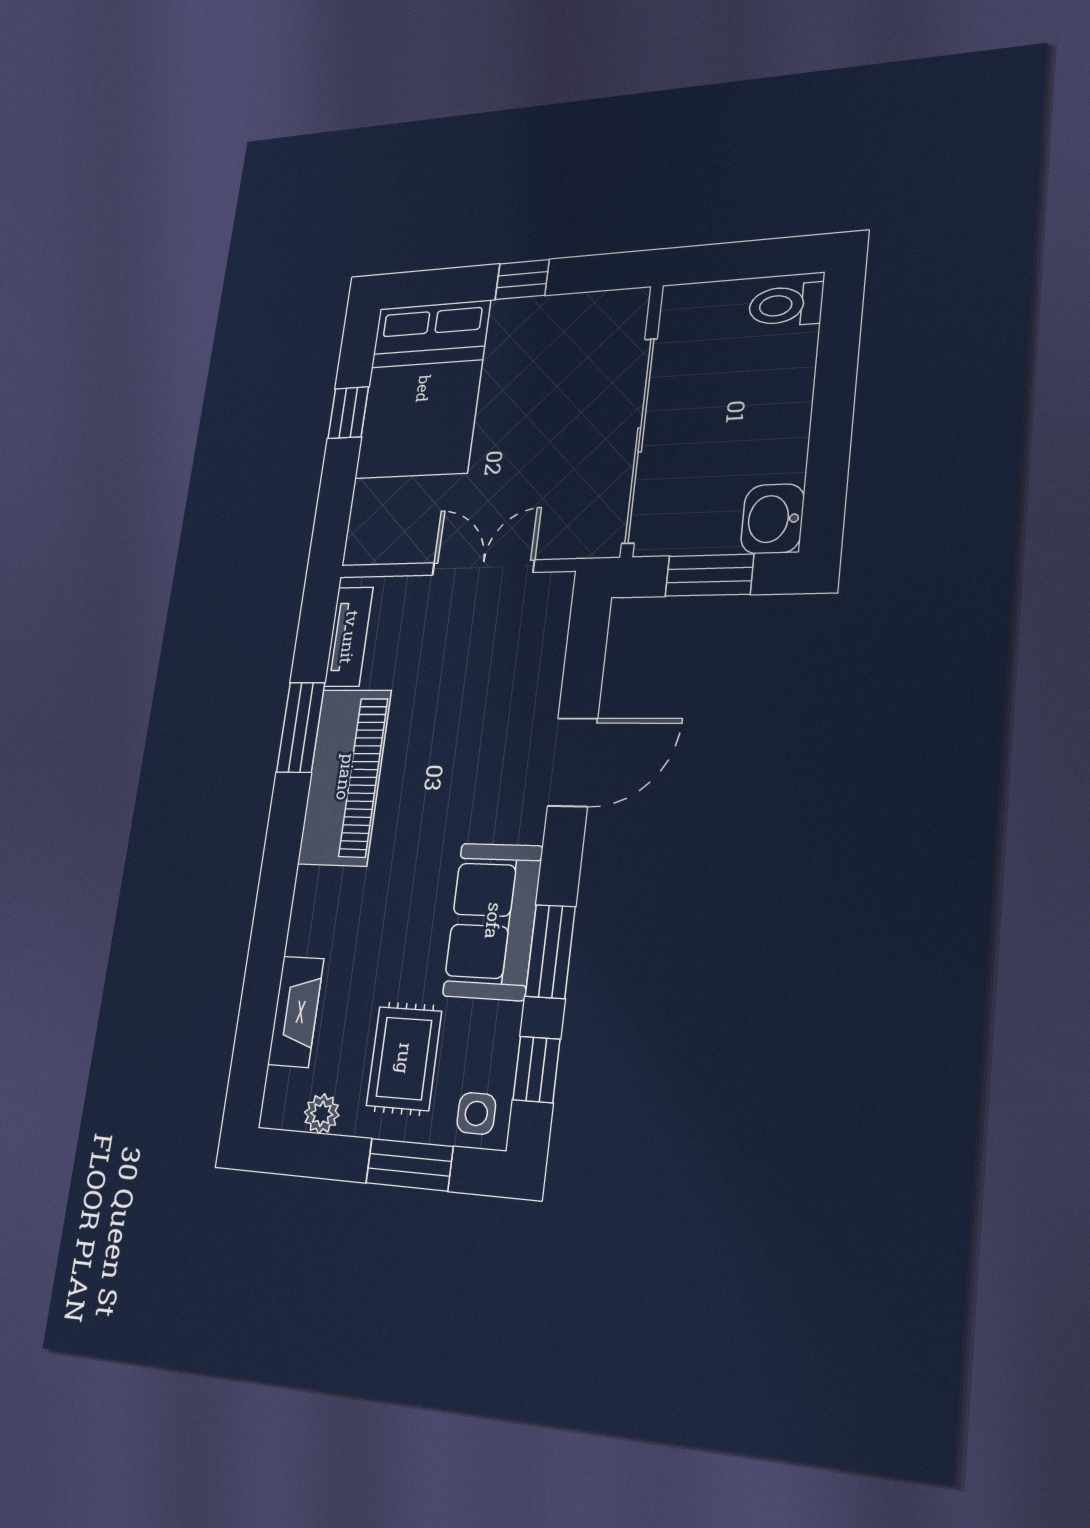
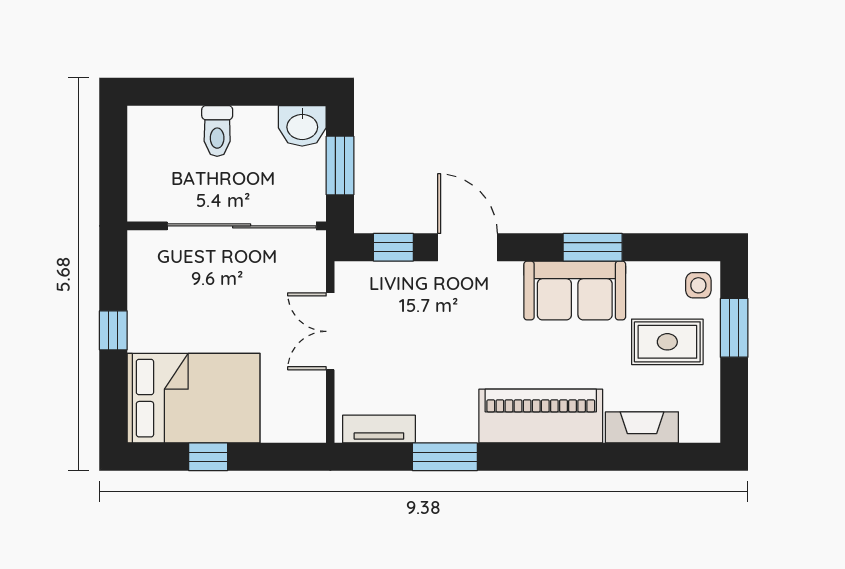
toilet: (786, 305) -> (217, 131), moved
piano: (345, 777) -> (541, 416), moved
window: (536, 1069) -> (393, 247), moved
plant: (322, 1114) -> (707, 397), removed

